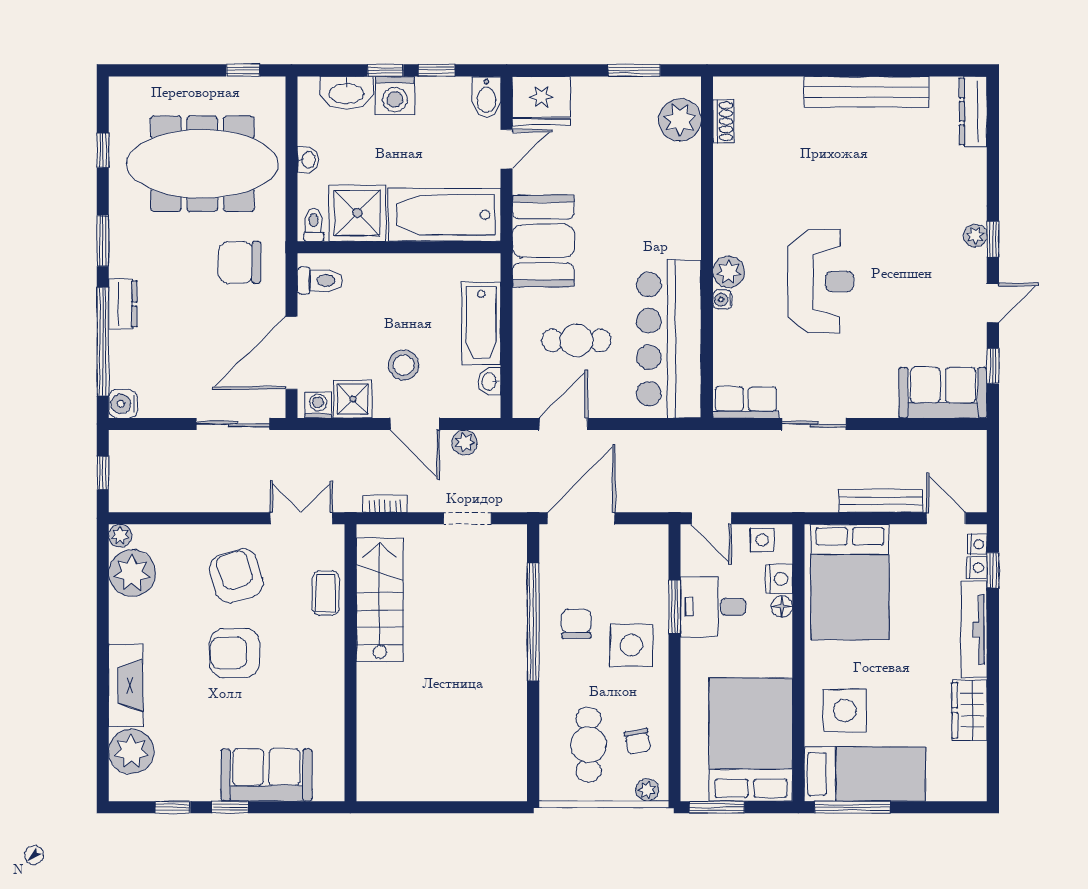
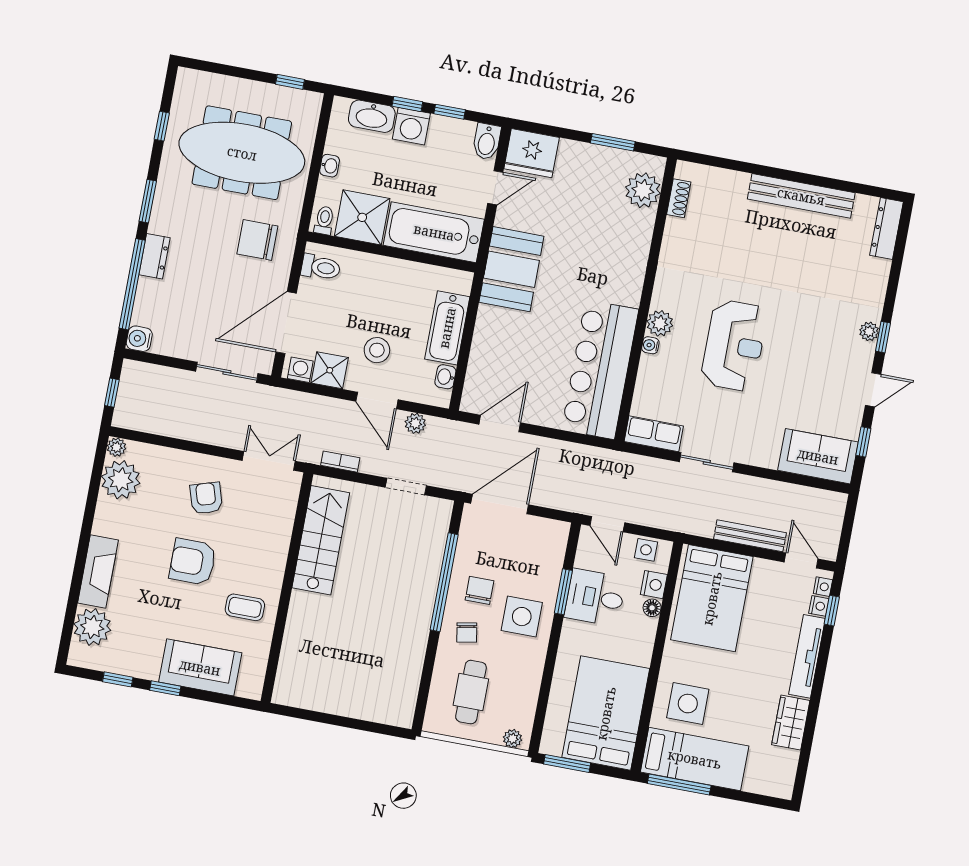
cafe table: (576, 340) -> (523, 356), removed
armchair: (236, 576) -> (206, 498), width x0.72, depth x0.72
coffee table: (326, 593) -> (245, 607), moved, turned 90
chair: (638, 741) -> (467, 632), moved

